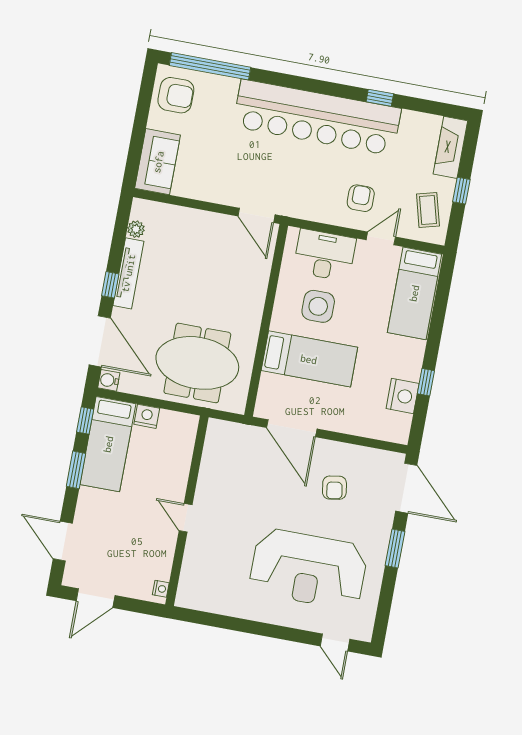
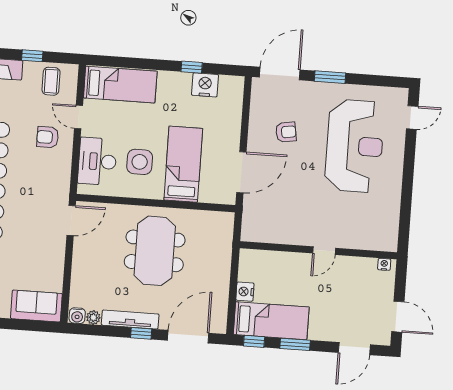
coffee table: (428, 210) -> (51, 81), turned -75
meeting table: (197, 363) -> (155, 251), moved
water cooler: (109, 380) -> (77, 316), moved

